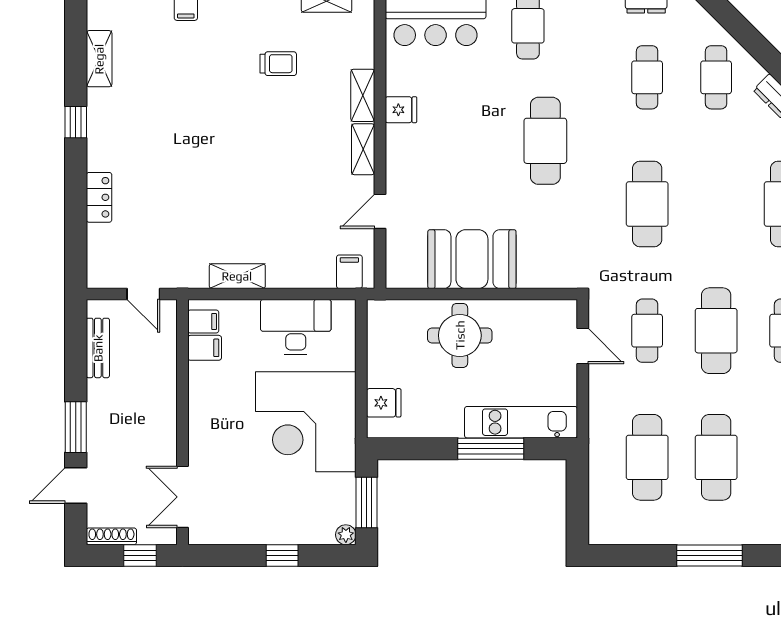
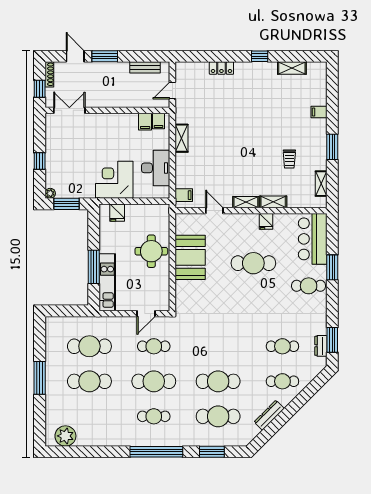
cafe table: (545, 141) -> (253, 263), moved
cafe table: (647, 204) -> (218, 381), moved
corner desk: (306, 422) -> (114, 180), width x0.74, depth x0.74

